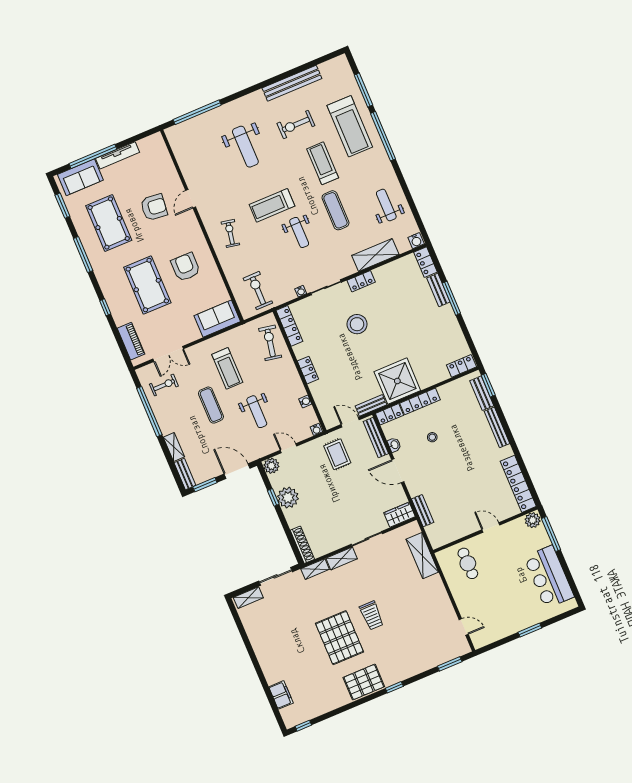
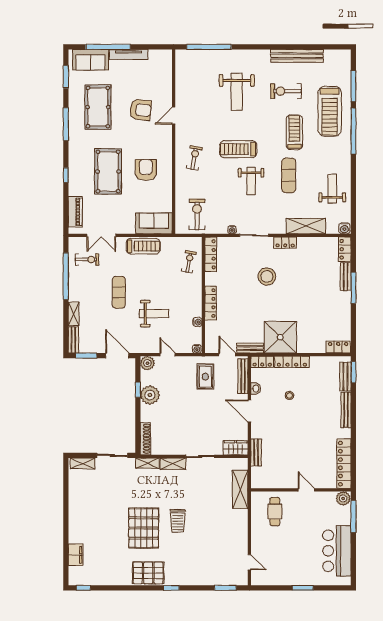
exercise bike: (270, 343) -> (189, 262), width x0.73, depth x0.72
treadmill: (227, 368) -> (143, 246), moved, turned -90
locker: (308, 370) -> (211, 303), width x1.53
weight bench: (257, 412) -> (154, 314), turned -90

